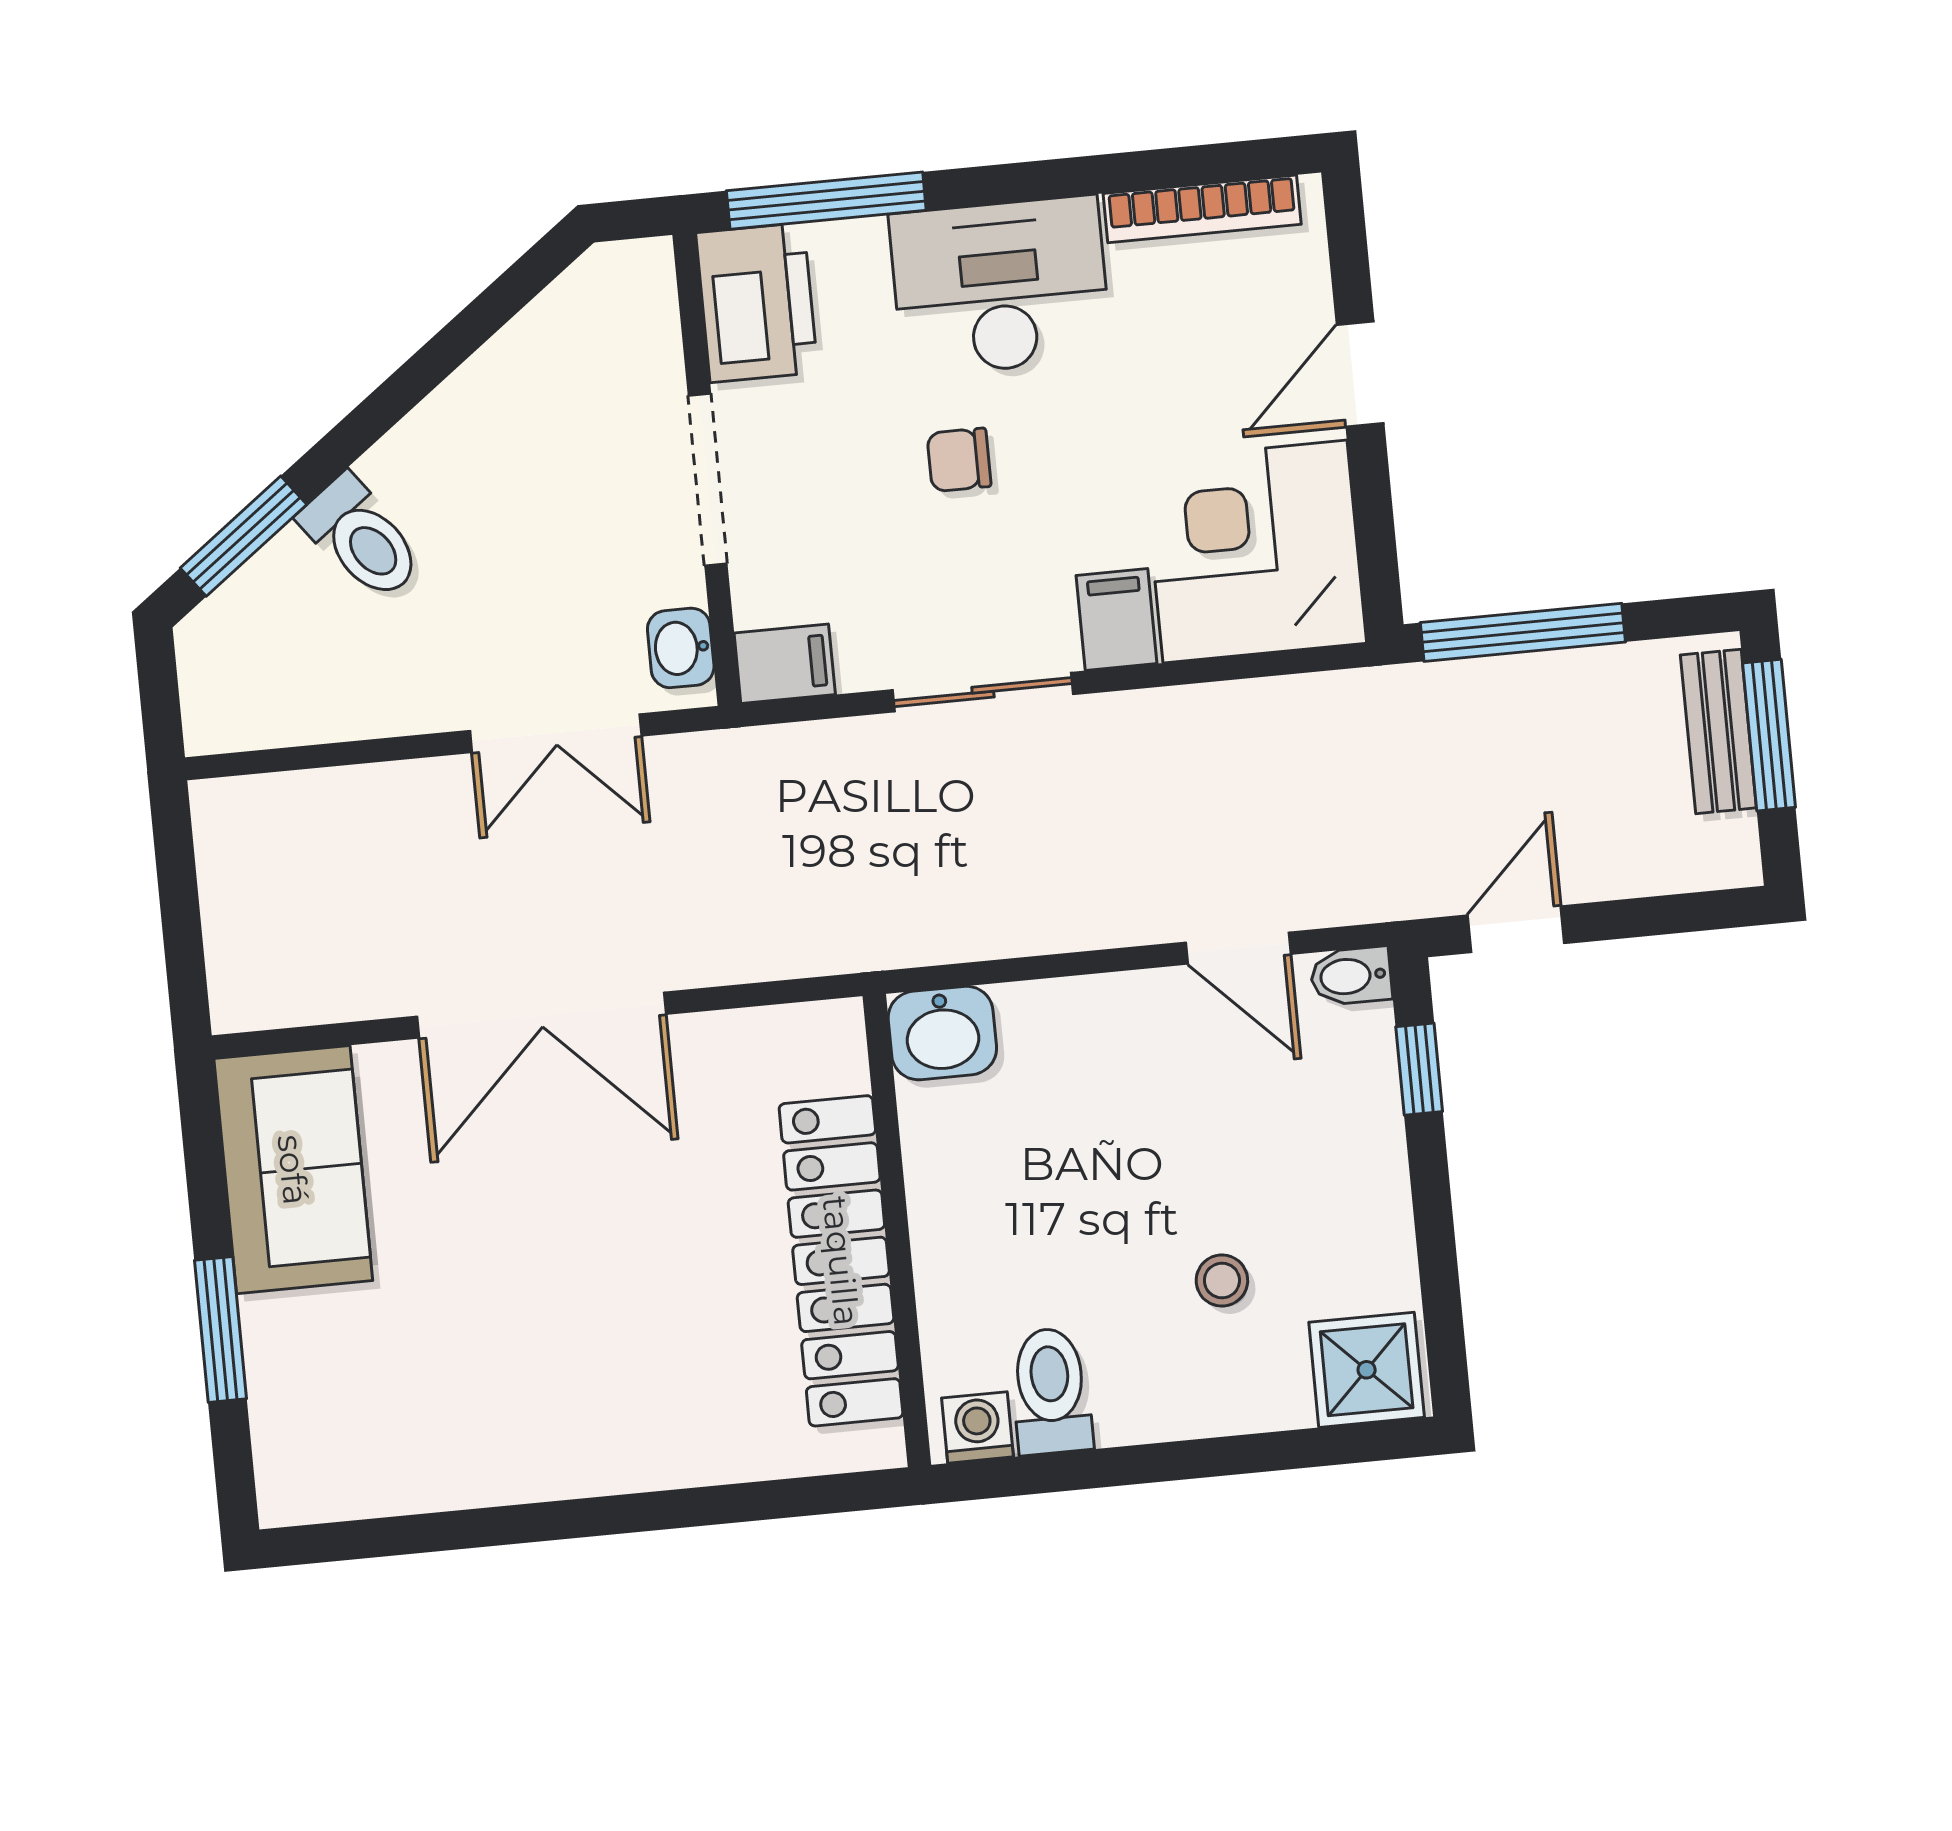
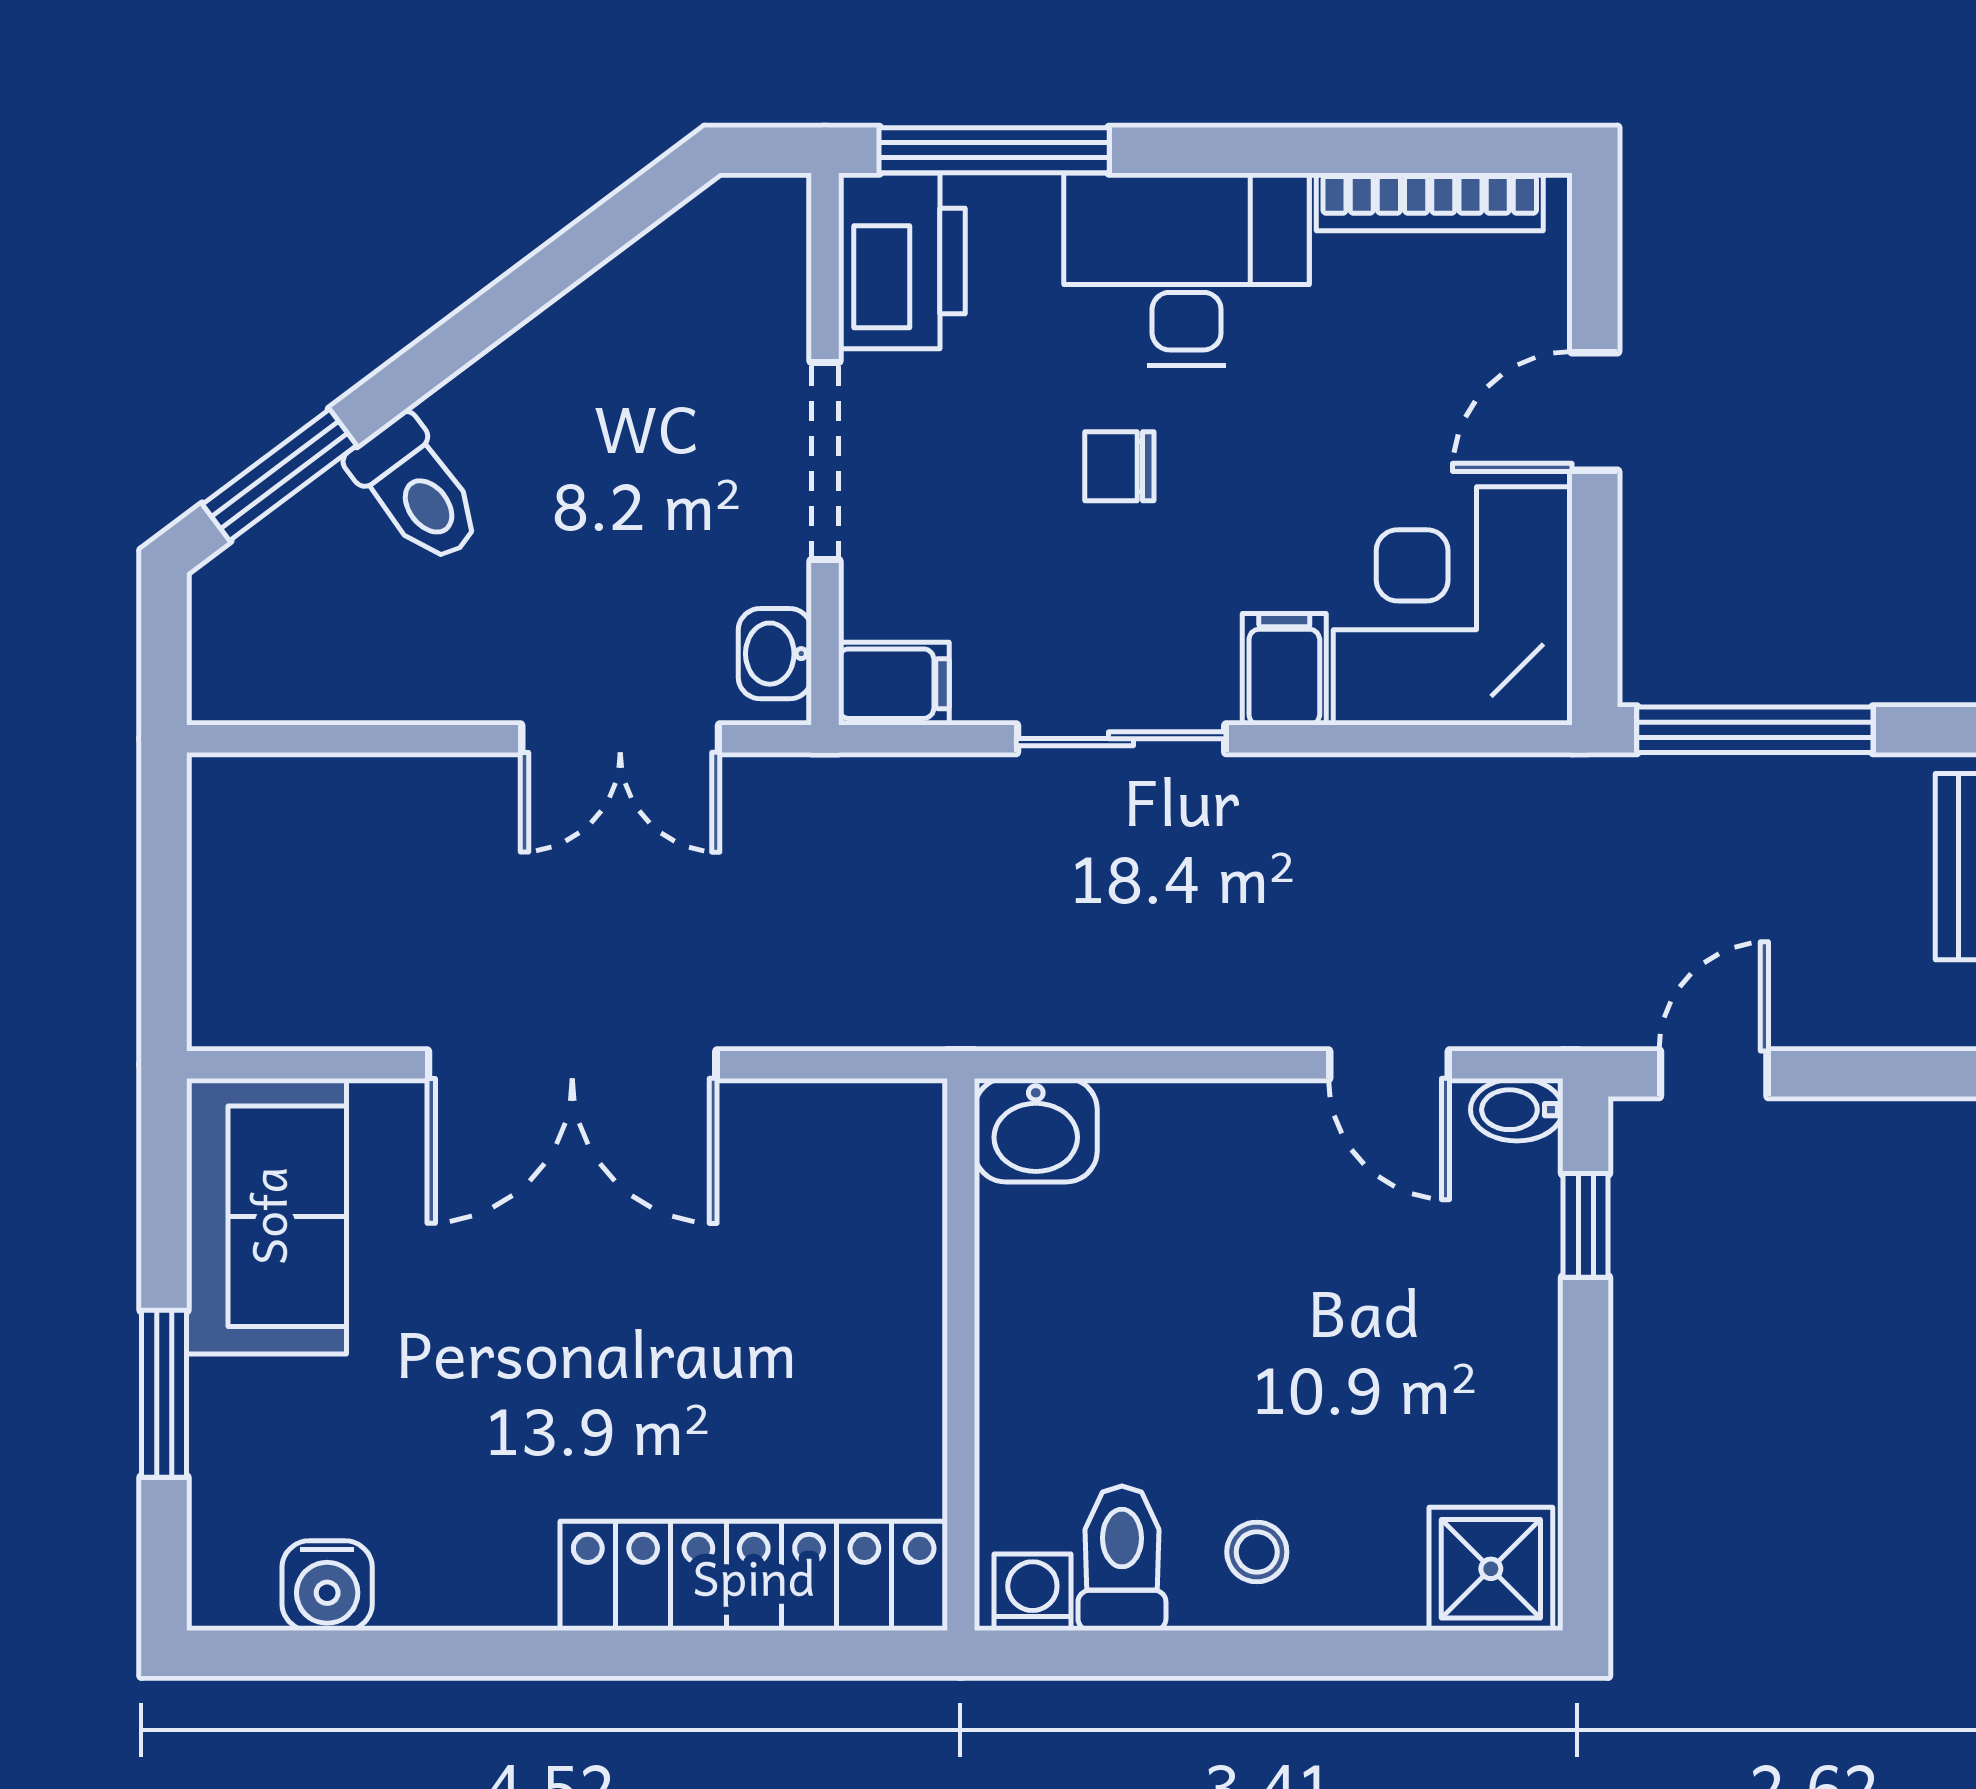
locker: (841, 1261) -> (754, 1576), moved, turned 90
stool: (1222, 1281) -> (1257, 1552), moved
water cooler: (375, 1480) -> (327, 1586), added

